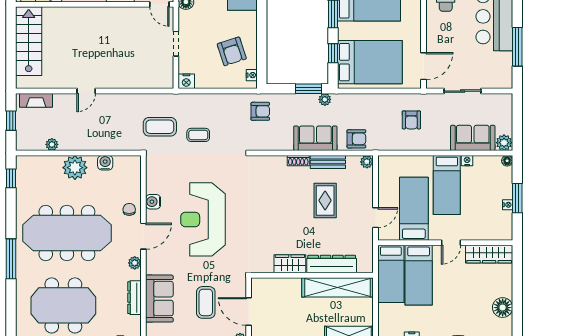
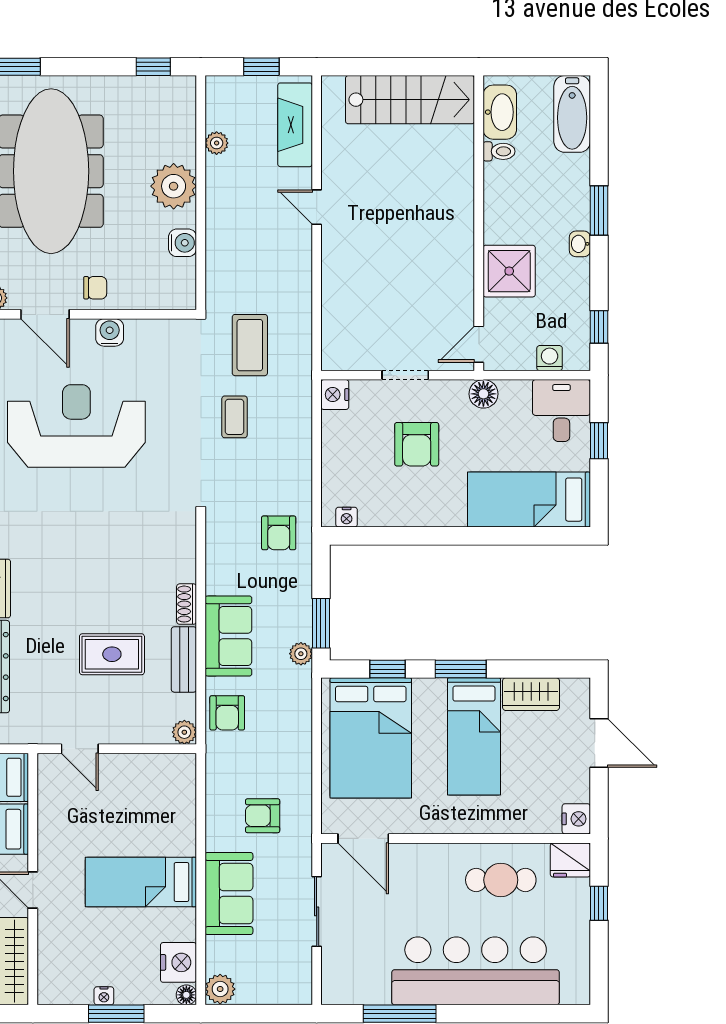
armchair: (232, 51) -> (417, 444), moved, turned -72
fireplace: (36, 100) -> (295, 125), width x1.37, depth x1.32
sofa: (473, 138) -> (229, 894), moved
nightstand: (467, 161) -> (178, 962), moved, width x1.89, depth x1.79
bed: (414, 209) -> (96, 820), removed

